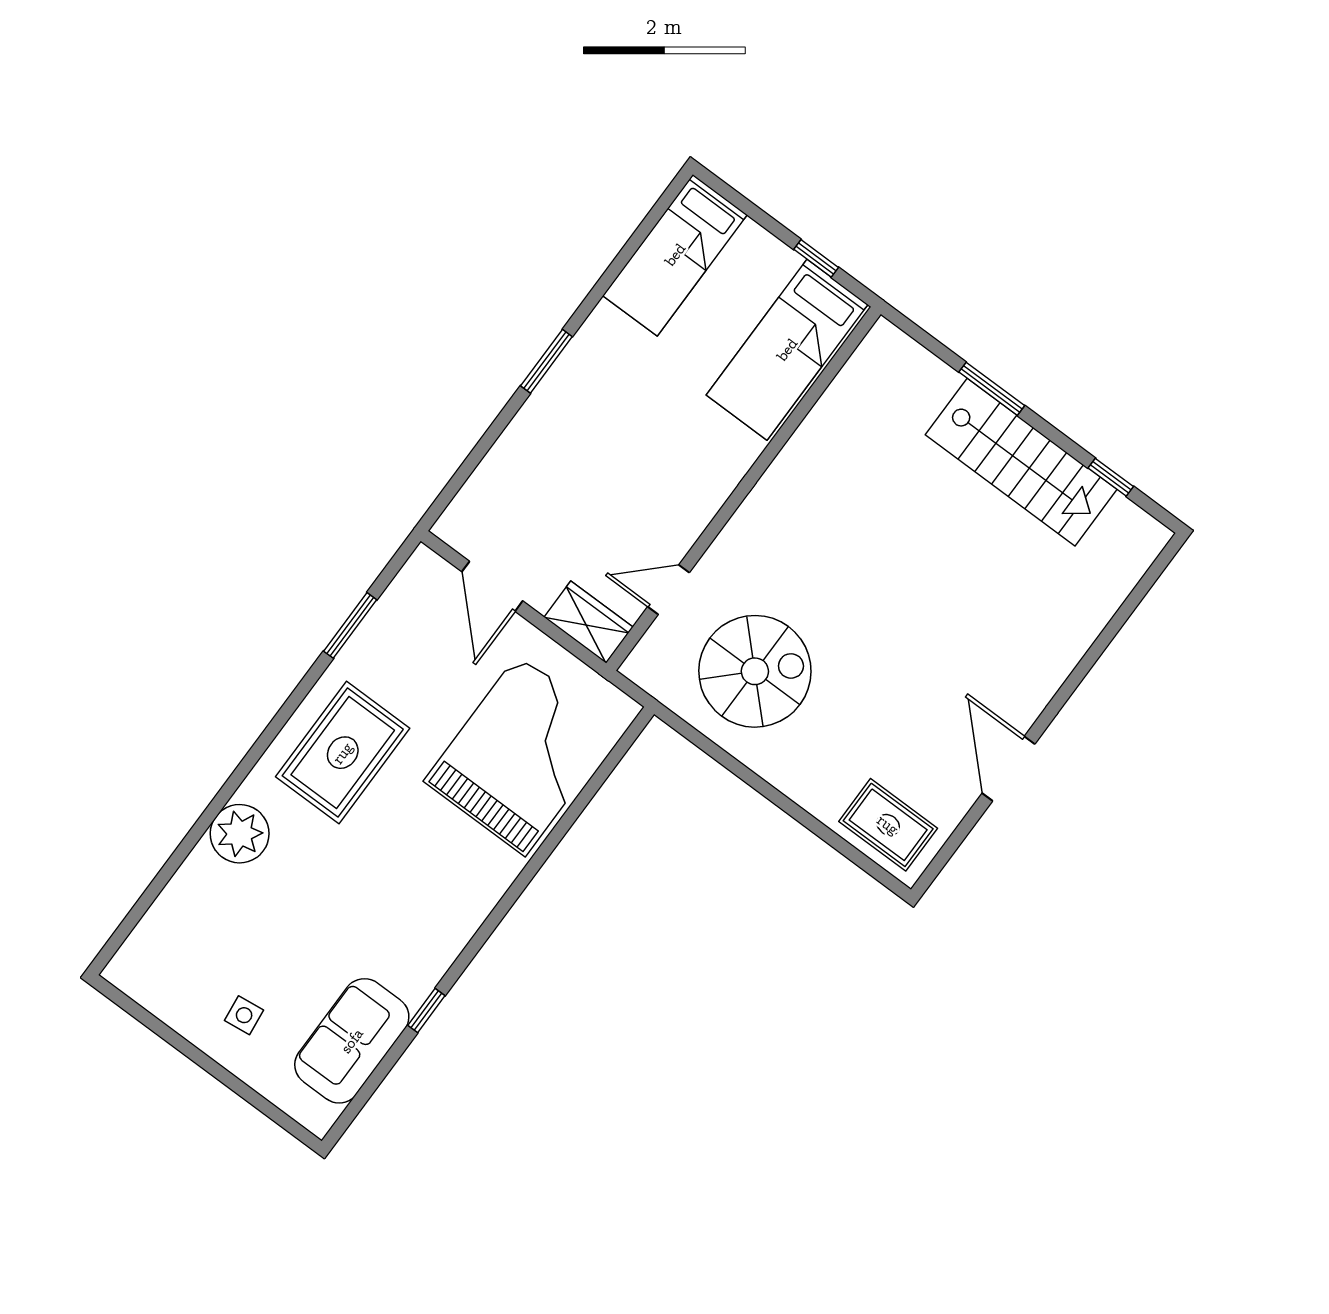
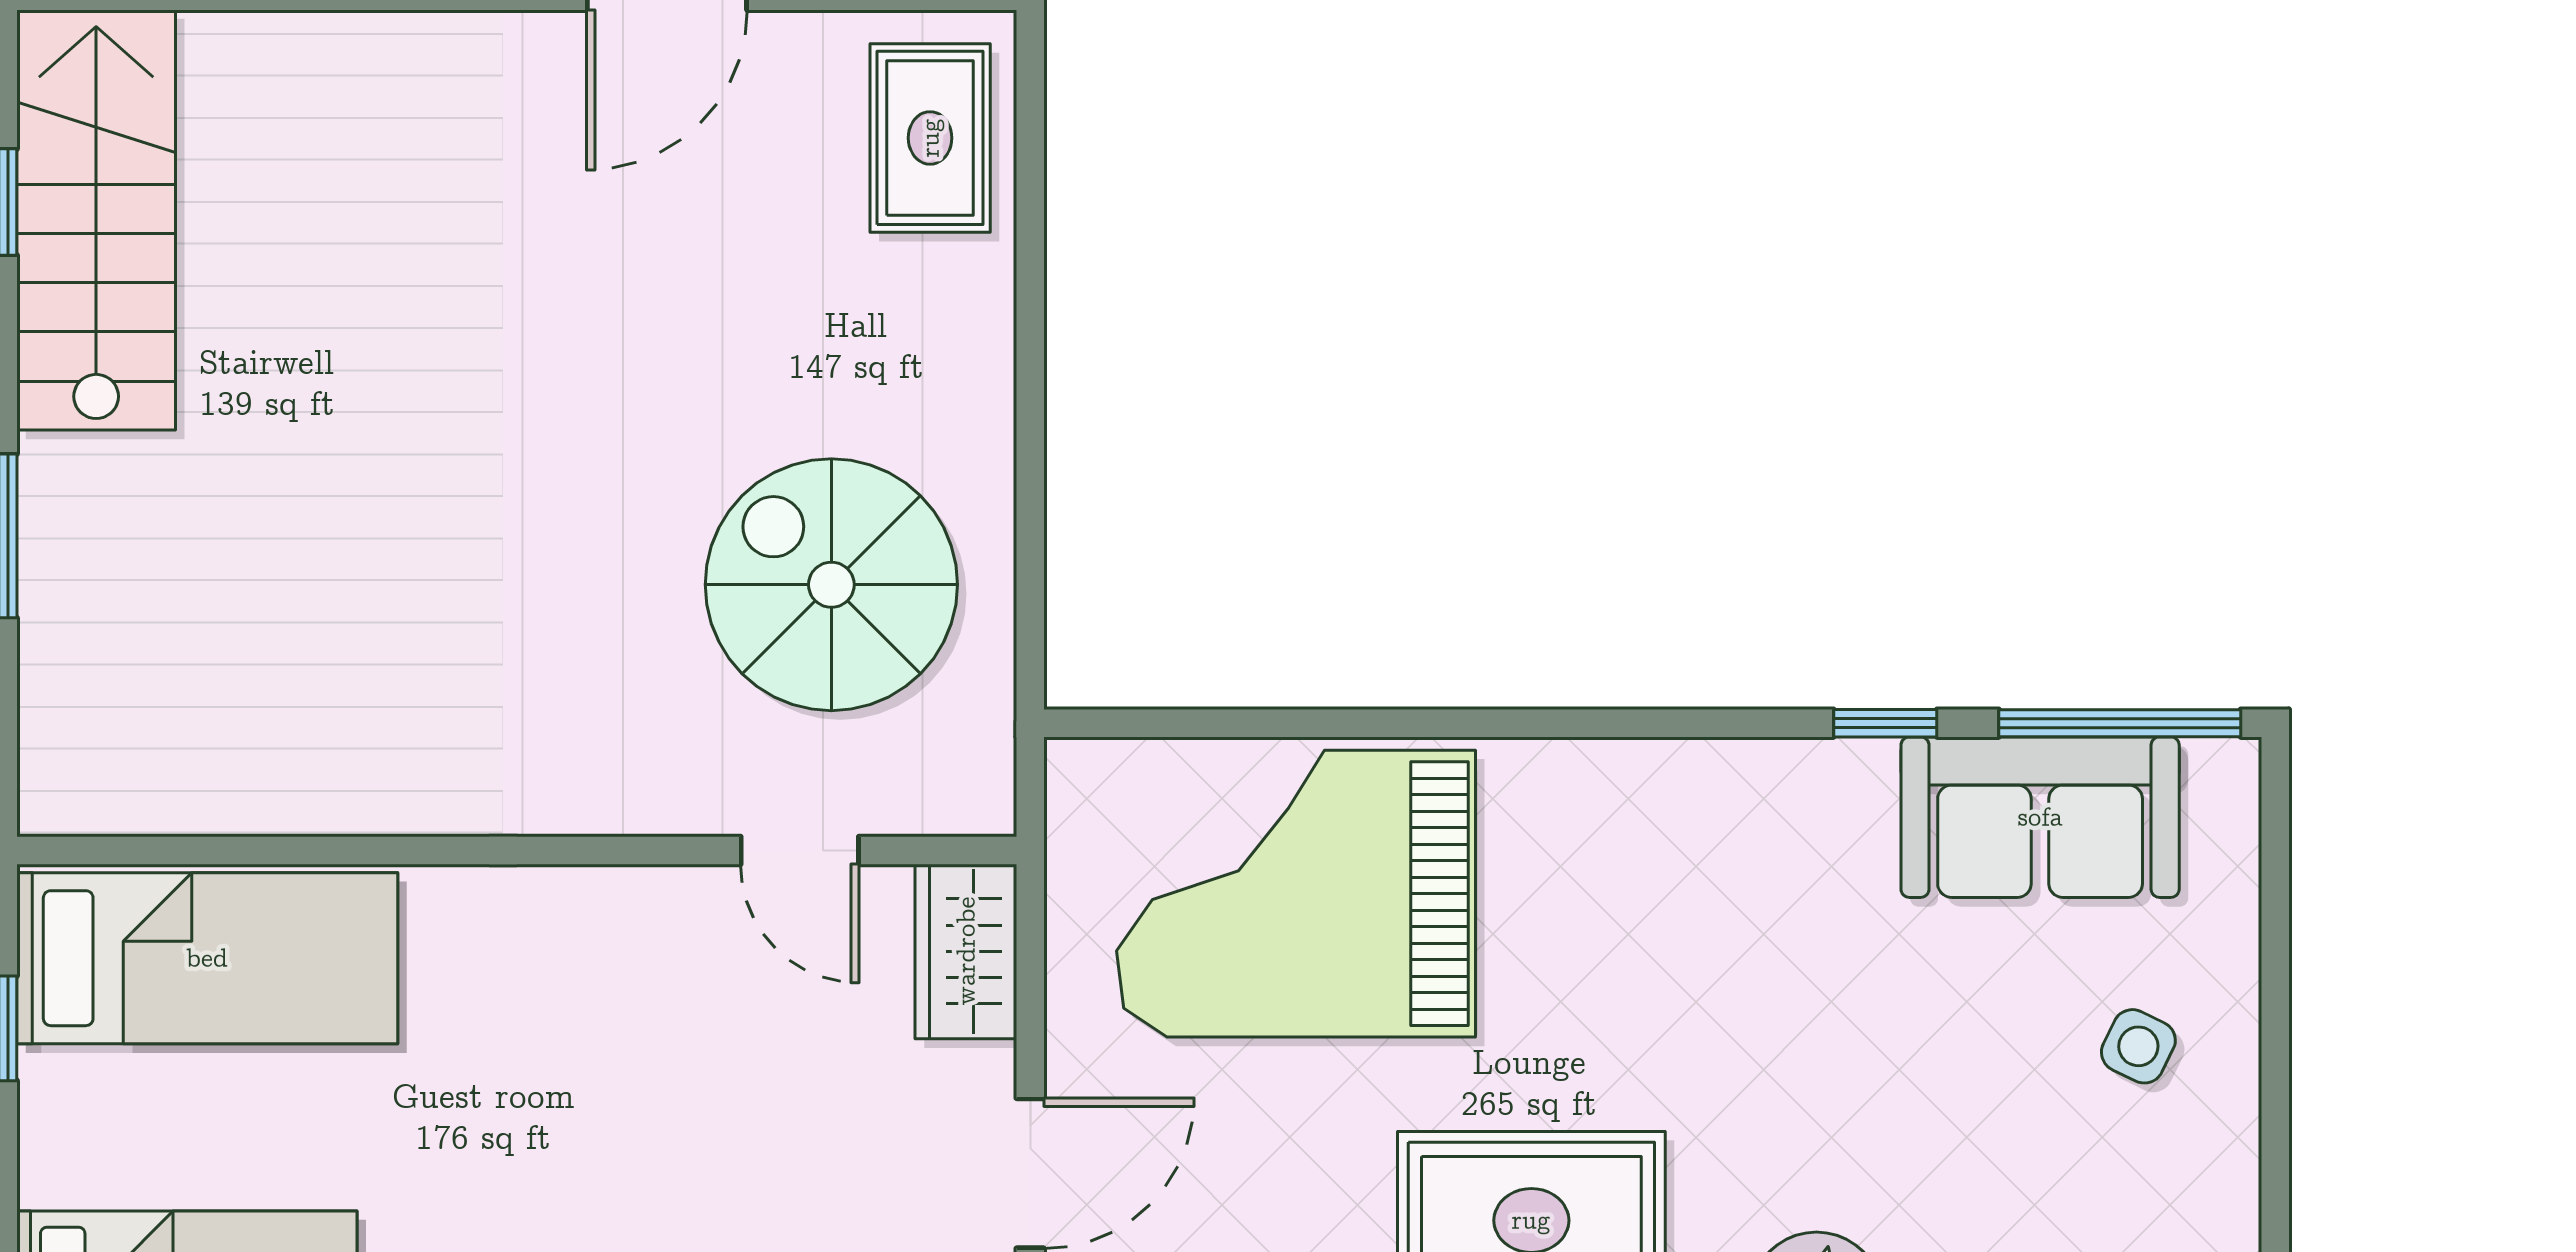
stairs: (1021, 462) -> (96, 220), moved
side table: (244, 1015) -> (2138, 1046), turned 33
window: (364, 1094) -> (2120, 723), added

